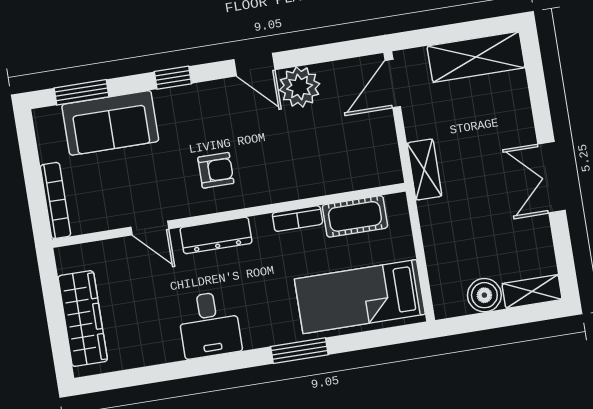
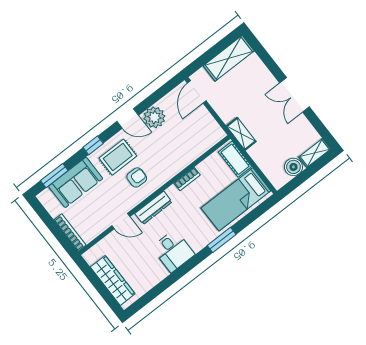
rug: (203, 119) -> (118, 157), added
shelving: (424, 170) -> (241, 134), moved
cot: (355, 216) -> (235, 159), moved, turned 90

